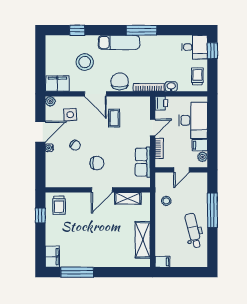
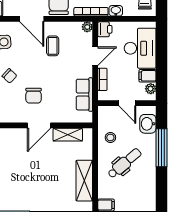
plant: (145, 101) -> (87, 27), added
chair: (97, 163) -> (34, 96), turned 90
door: (182, 170) -> (127, 103), hinge flipped
washbasin: (200, 188) -> (148, 124), added
dental chair: (193, 230) -> (124, 163), moved, turned 64

